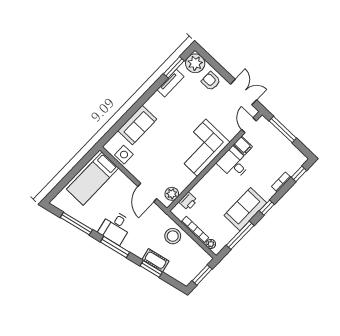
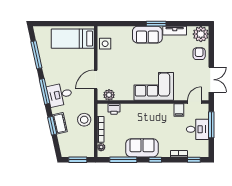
window: (174, 67) -> (156, 24), moved
sofa: (137, 125) -> (147, 35), moved
desk: (234, 163) -> (198, 129), moved, turned 90
desk: (115, 227) -> (60, 95), moved

